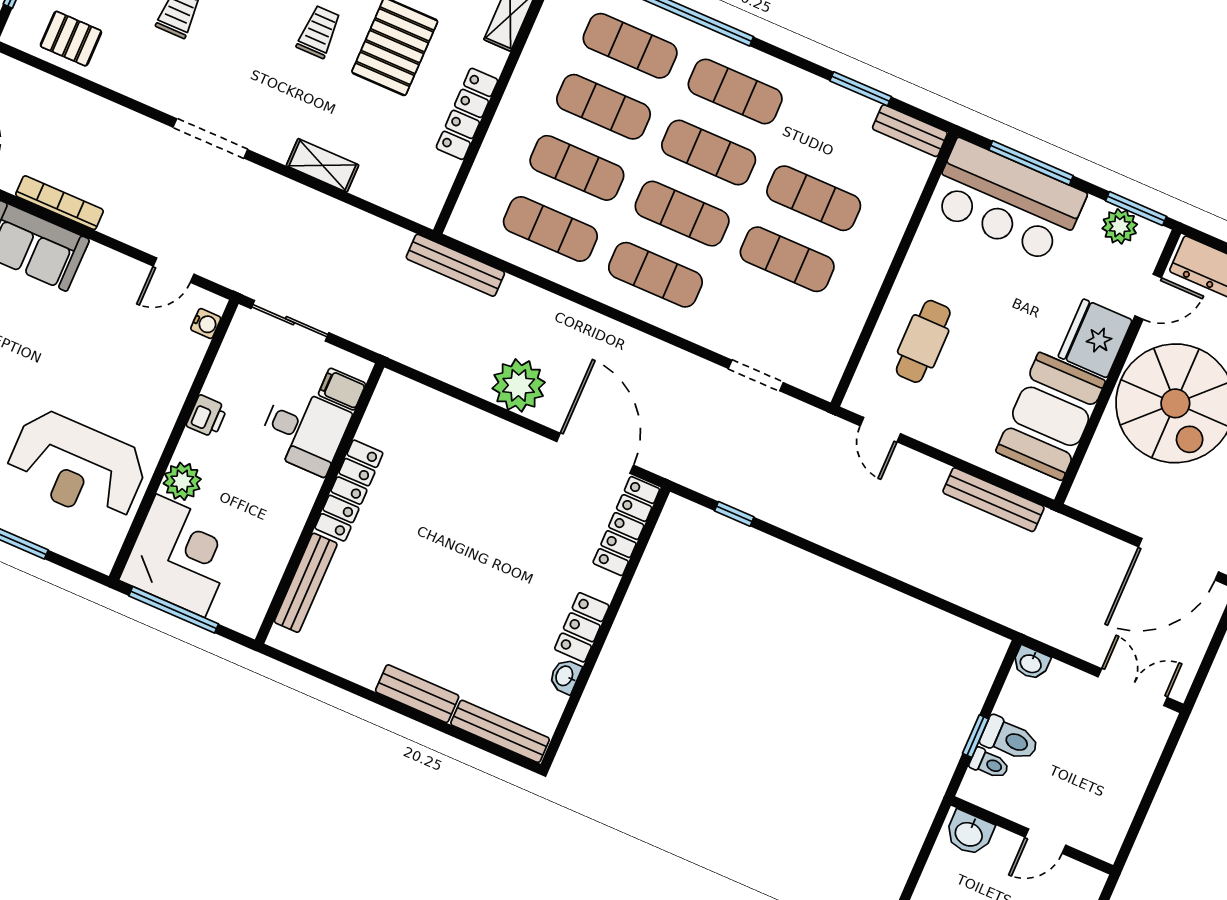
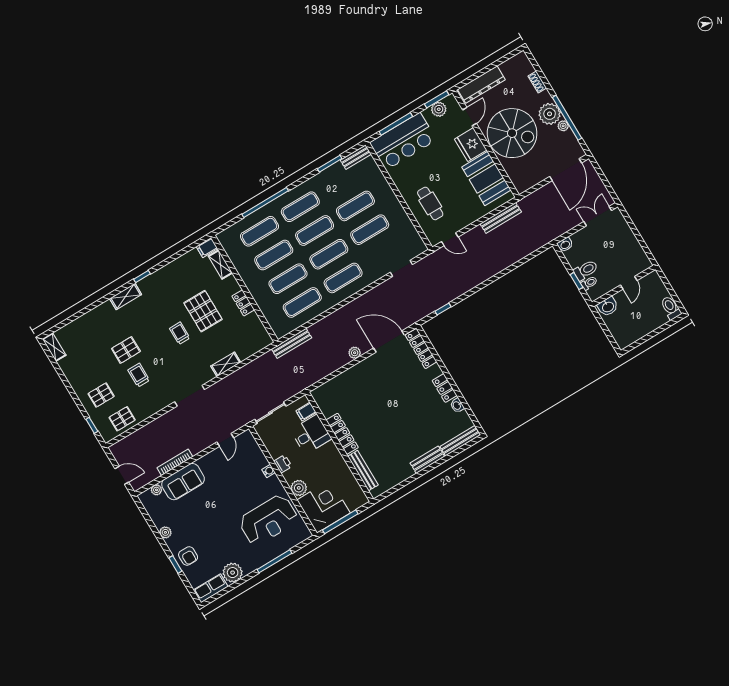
locker: (467, 114) -> (243, 303), width x0.66
water cooler: (206, 324) -> (269, 471), moved
plant: (519, 385) -> (355, 353), width x0.53, depth x0.53

